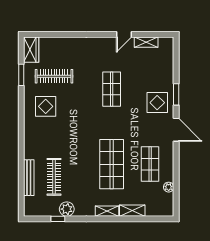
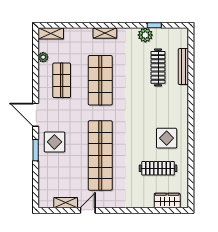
wardrobe: (31, 50) -> (167, 201), moved, turned 90
window: (21, 75) -> (191, 170), removed
shop shelf: (112, 89) -> (100, 155), width x2.00, depth x1.36
shelving: (132, 211) -> (51, 33), moved

